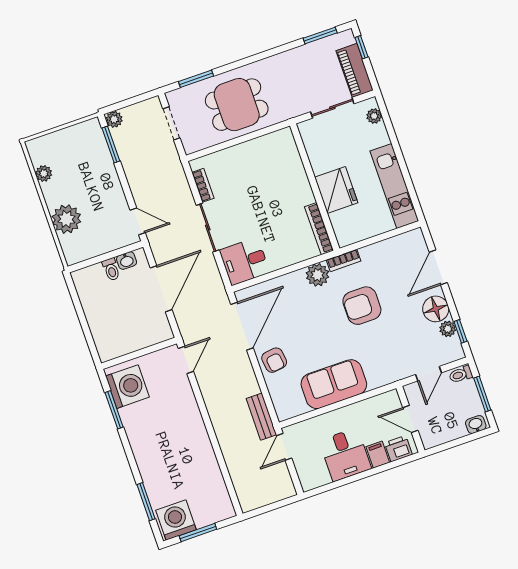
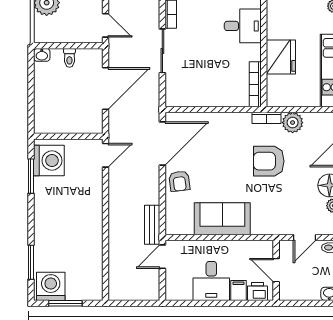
washbasin: (127, 261) -> (42, 55), moved
desk: (245, 261) -> (243, 26), moved, turned 180
plant: (318, 275) -> (293, 123), moved

